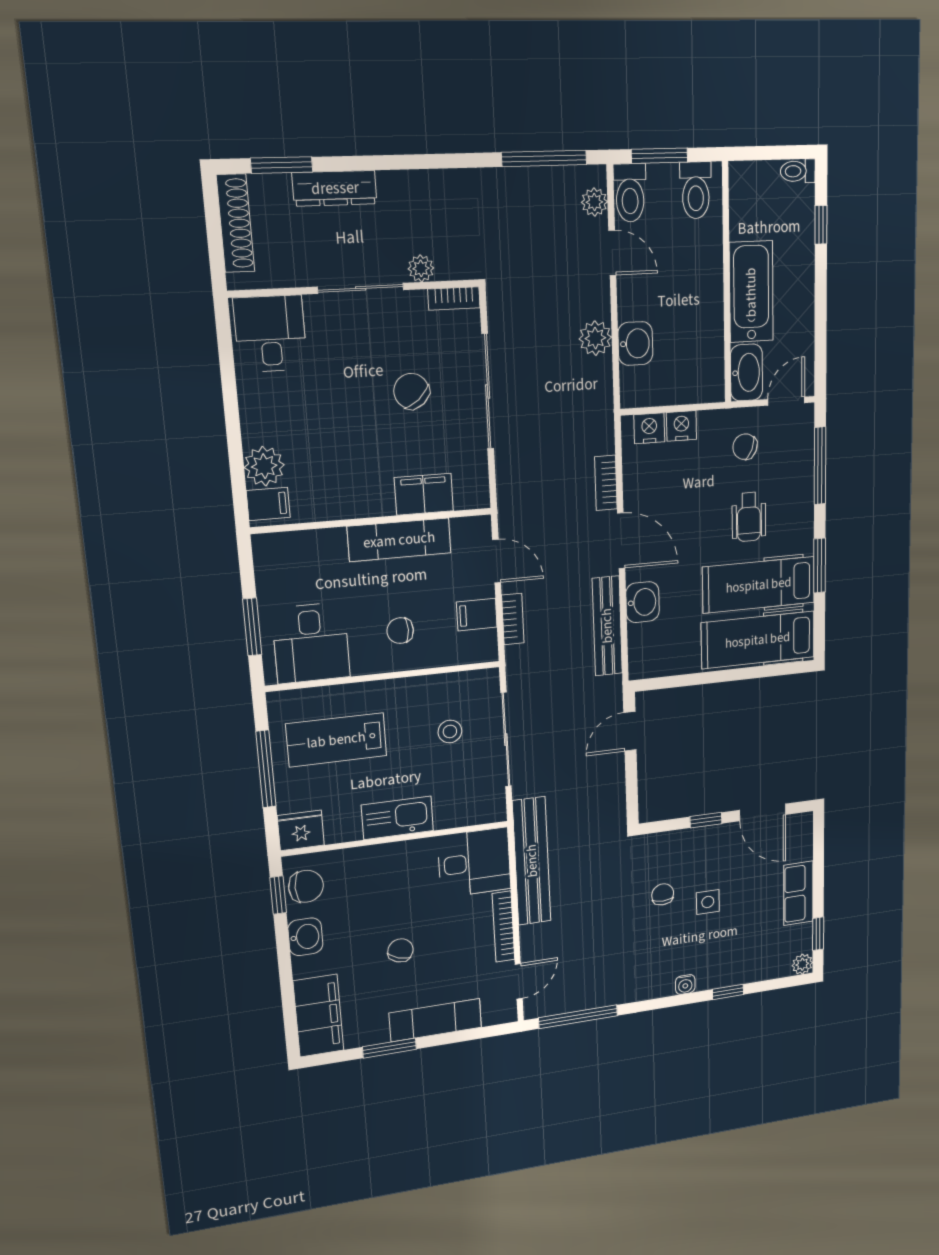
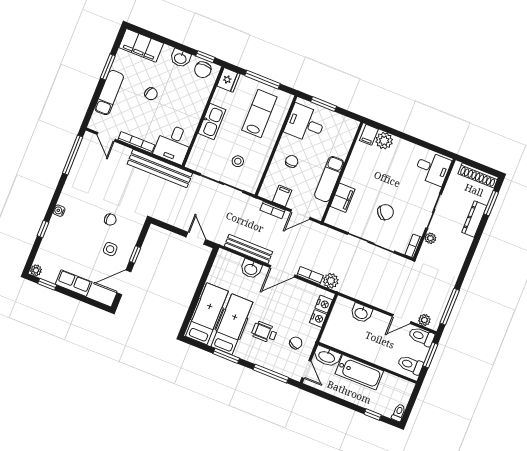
plant: (595, 338) -> (331, 281), moved
side table: (708, 902) -> (110, 249), moved

